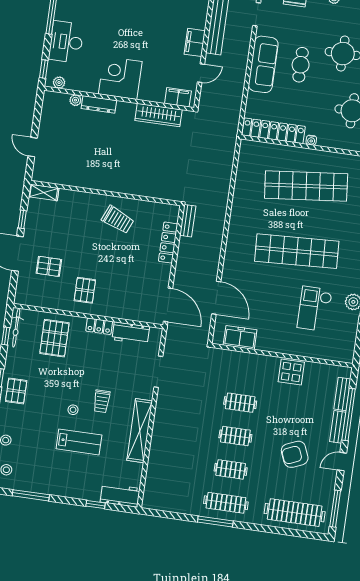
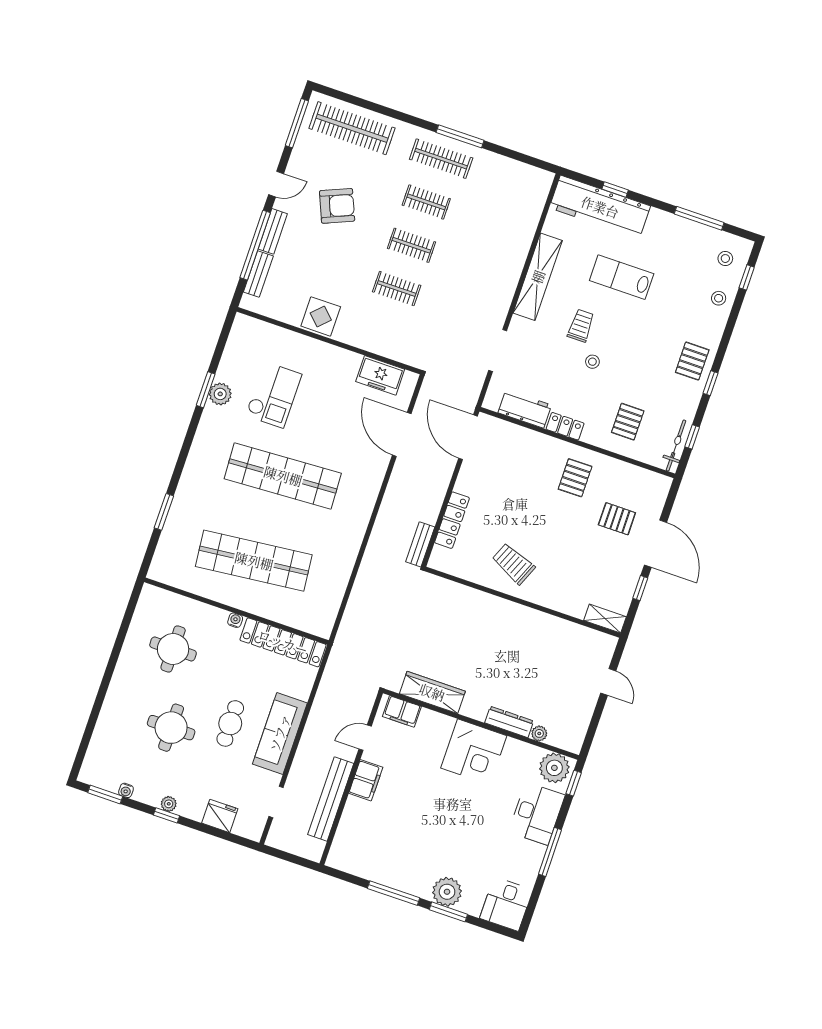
plant: (59, 83) -> (554, 768), width x1.87, depth x1.87
pallet: (54, 338) -> (628, 422), width x0.67, depth x0.71
stool: (73, 410) -> (592, 362), moved
workbench: (120, 495) -> (600, 207), width x1.88, depth x1.32

